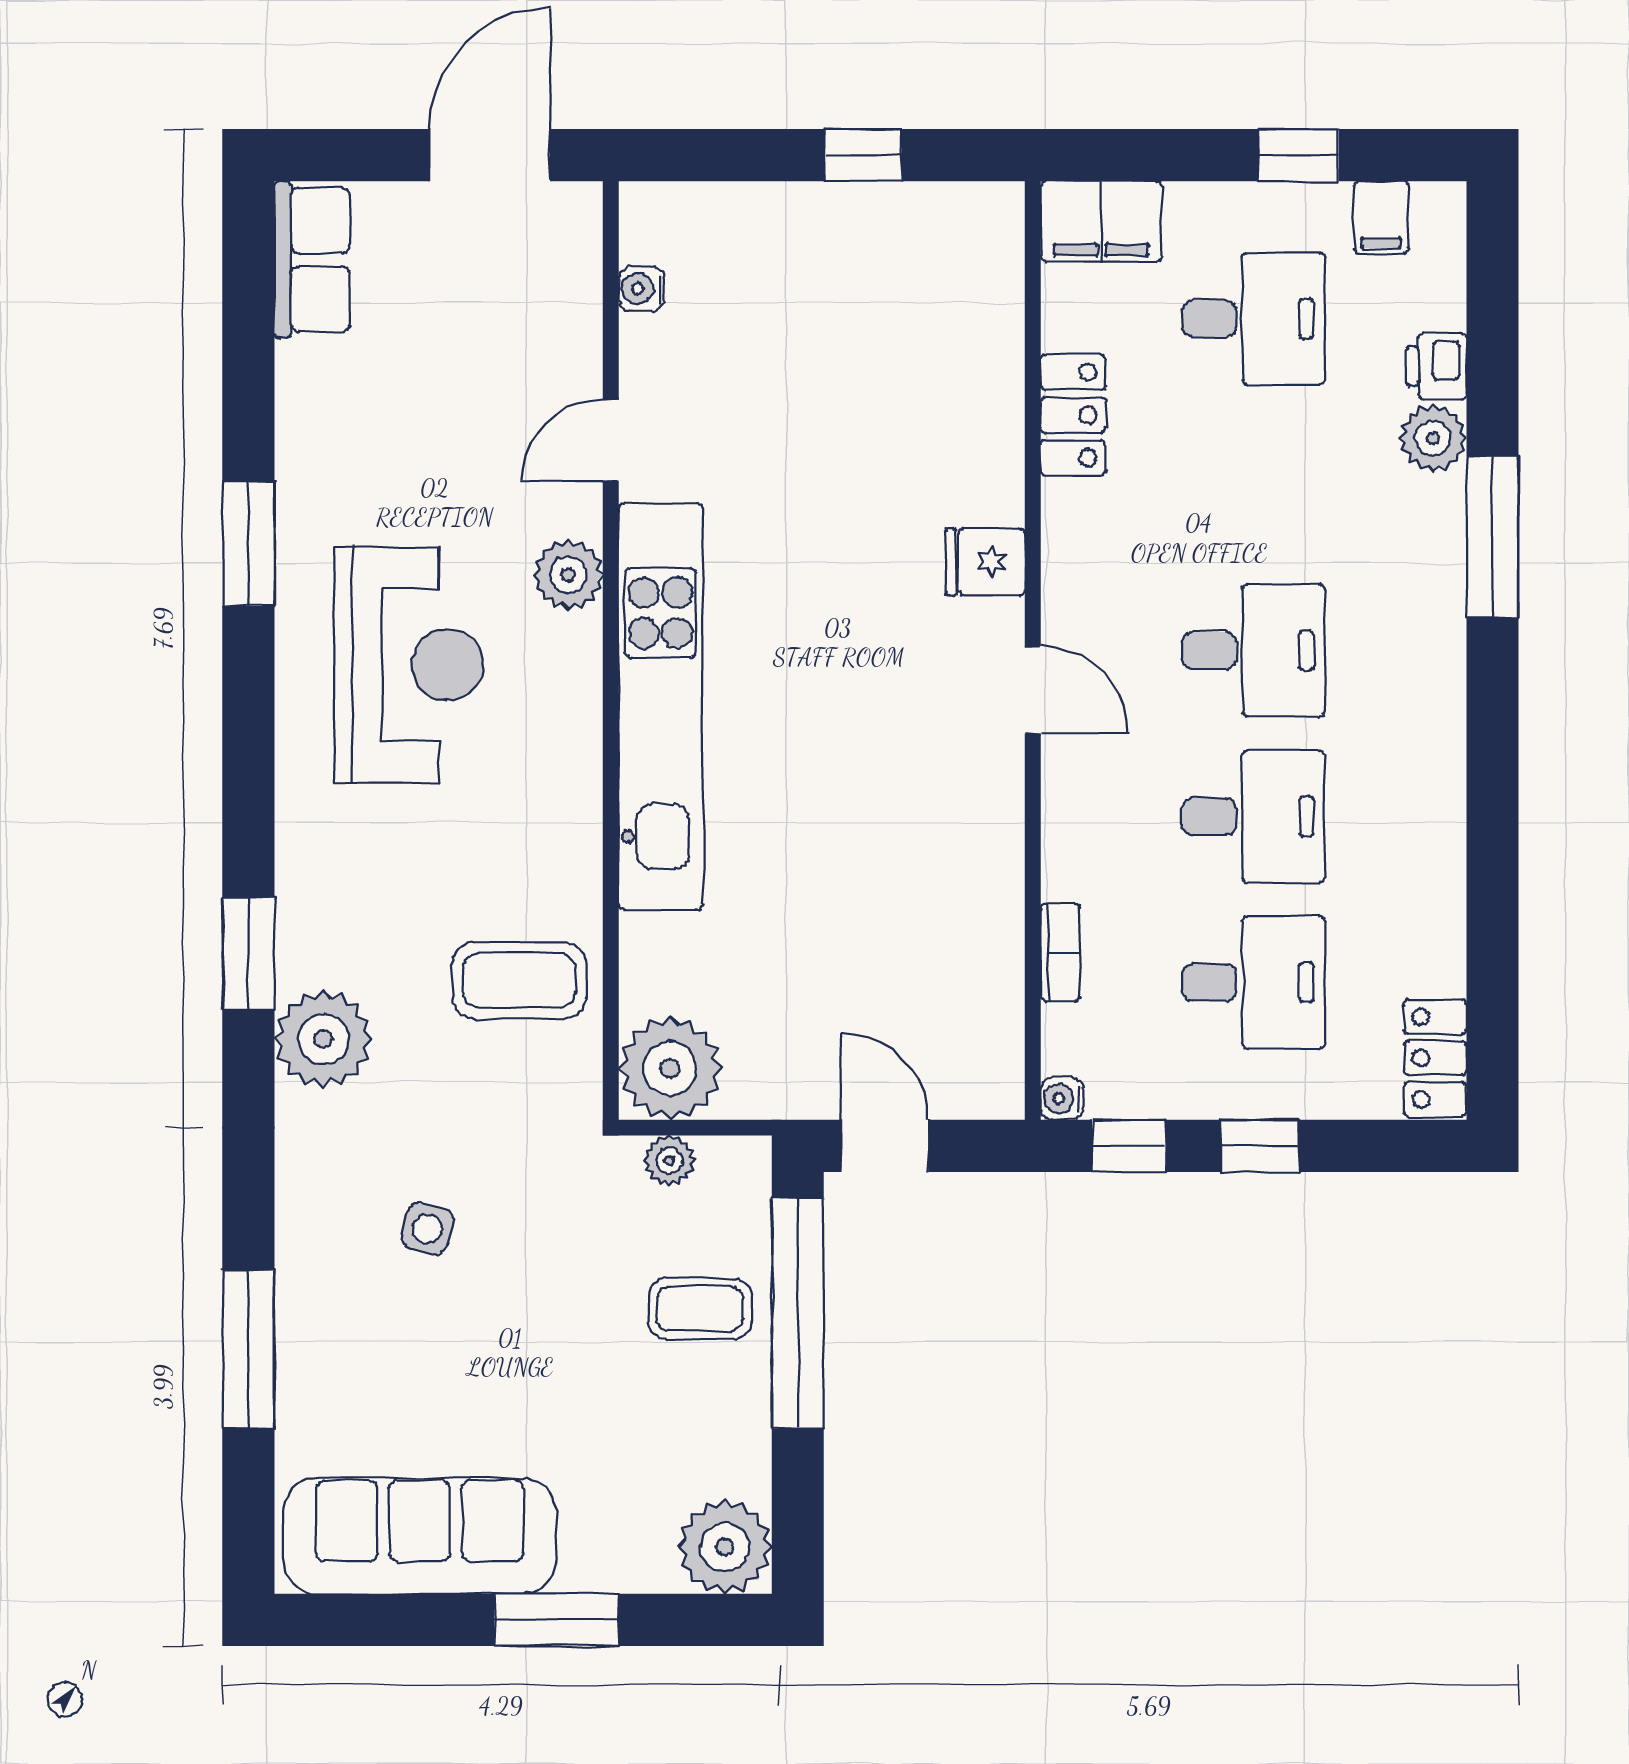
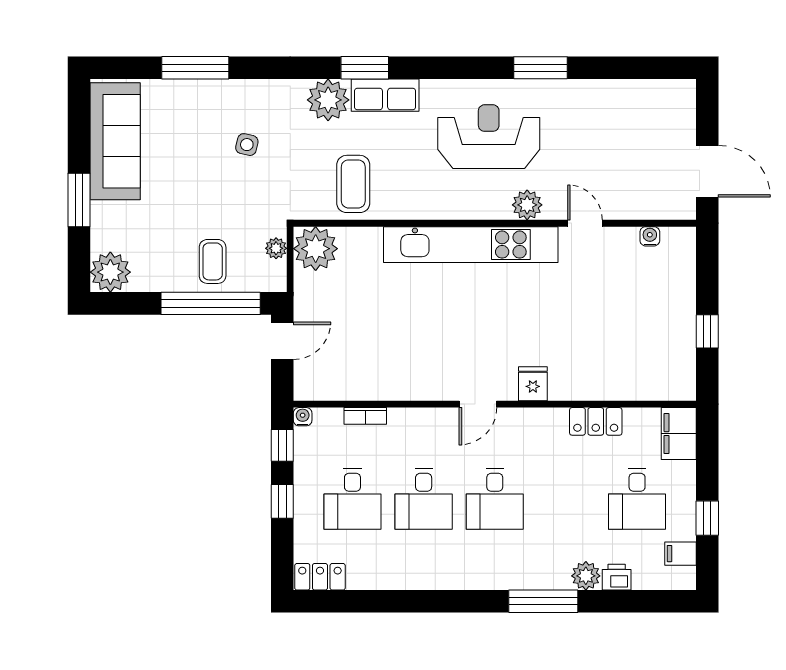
row of seats: (312, 260) -> (385, 95), moved
reception desk: (409, 665) -> (489, 137), turned 180

